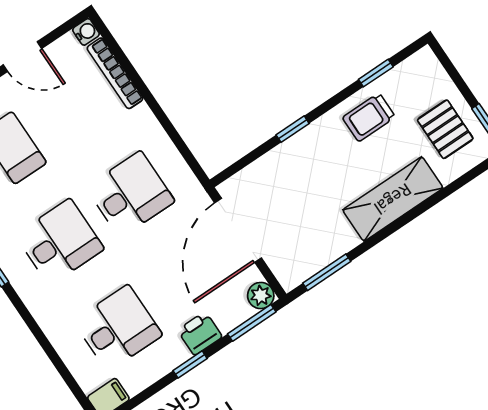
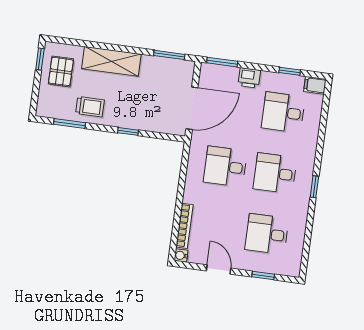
window: (376, 73) -> (69, 124), width x1.50
plant: (261, 296) -> (208, 71), removed
window: (190, 364) -> (290, 71), moved

